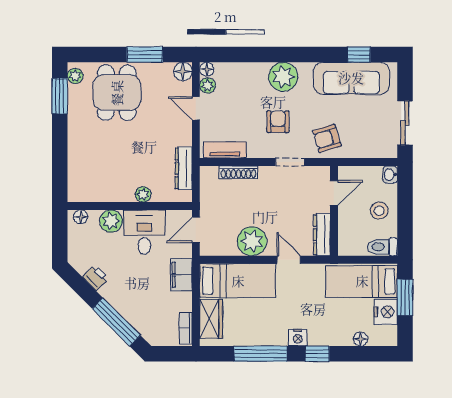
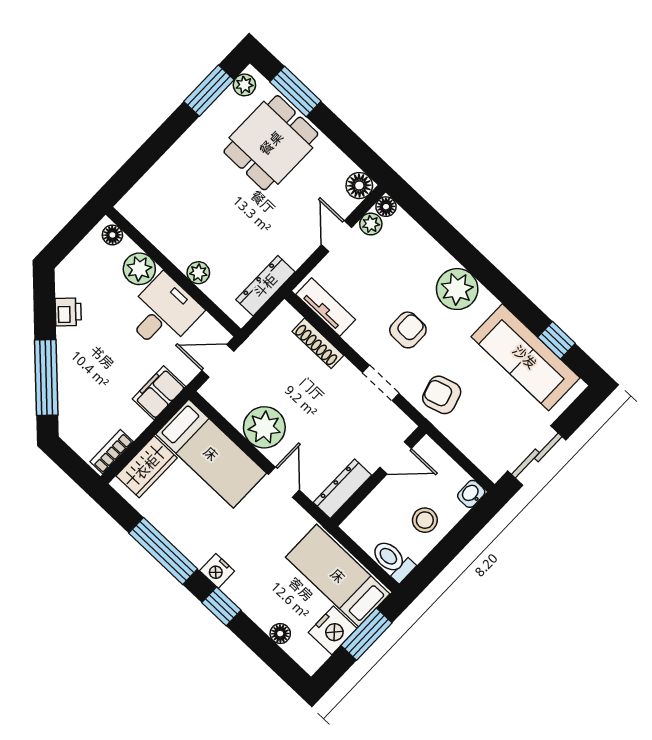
window: (145, 55) -> (295, 92), moved

